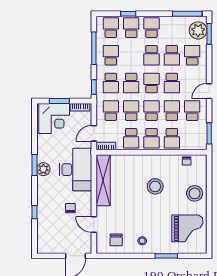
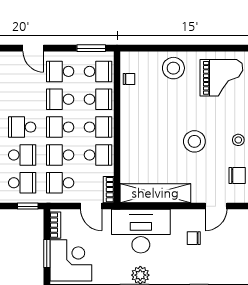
school desk: (172, 83) -> (98, 71), moved
stool: (155, 186) -> (194, 141), moved
grand piano: (187, 228) -> (221, 78), turned 90

